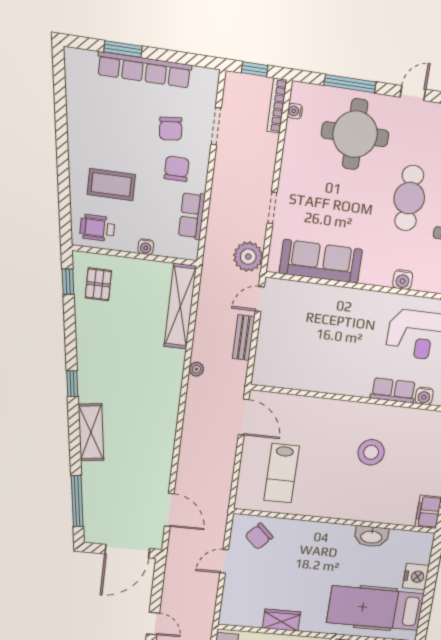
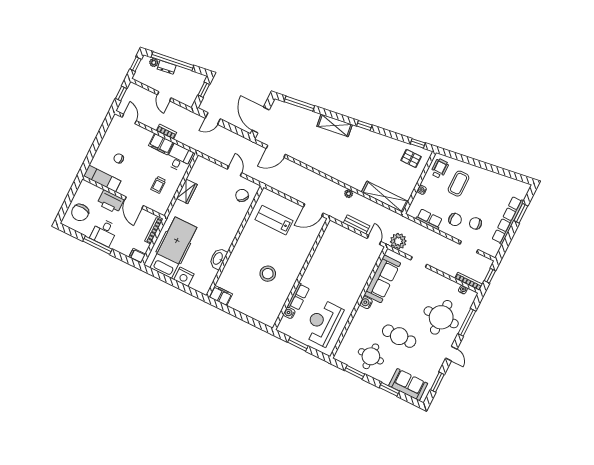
water cooler: (403, 280) -> (366, 303), moved

